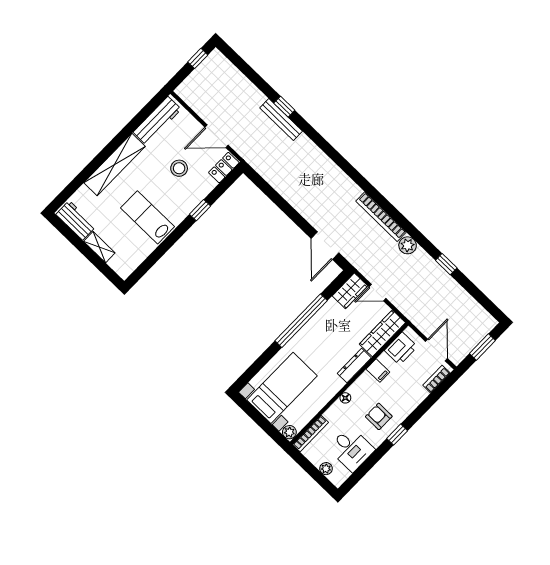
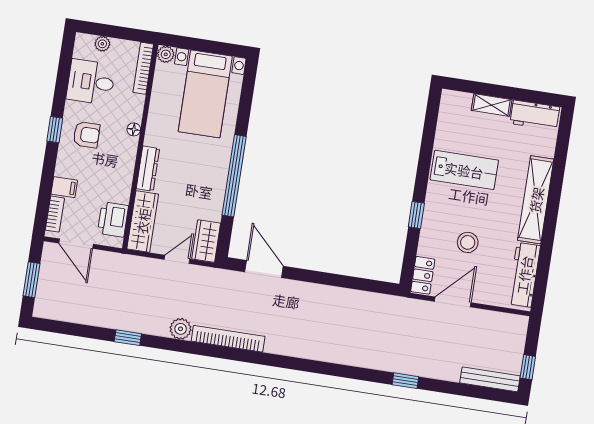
bench: (281, 120) -> (490, 379), moved
filing cabinet: (378, 371) -> (64, 187), moved, turned 180

